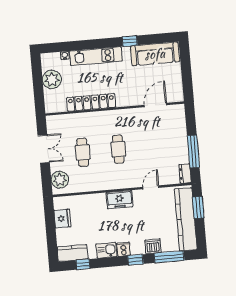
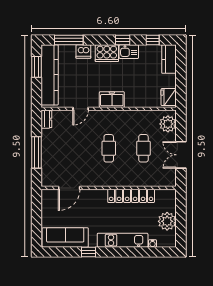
window: (193, 151) -> (36, 152), moved
window: (198, 208) -> (36, 67), moved
fridge: (62, 219) -> (169, 97), moved
cooker: (124, 249) -> (107, 53), width x1.87, depth x1.31
kitchen counter: (73, 253) -> (169, 59), moved, turned 90
window: (136, 260) -> (123, 40), moved

